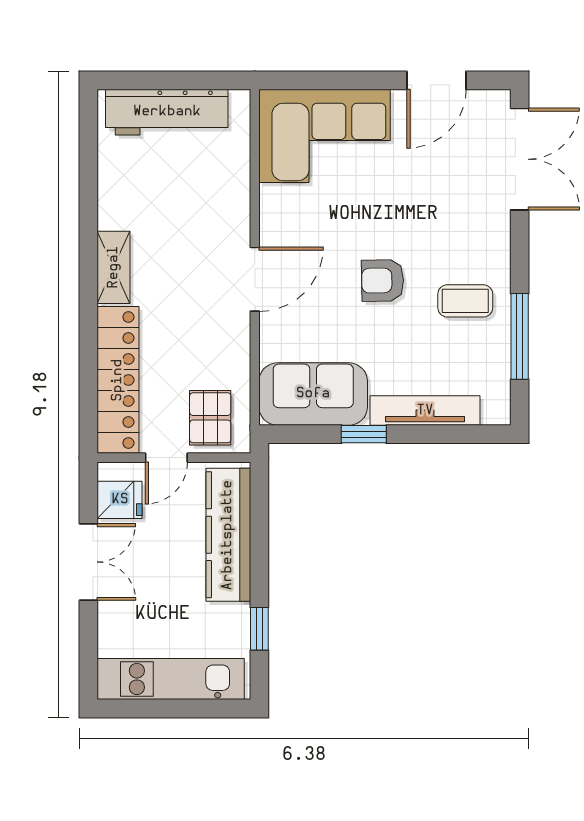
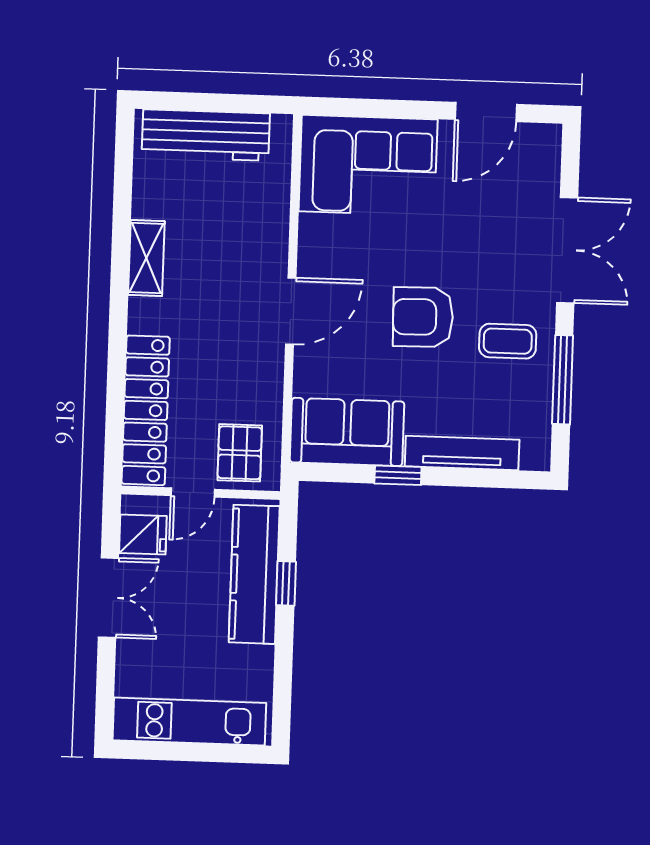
double door: (520, 159) -> (567, 250), moved
shelving: (114, 267) -> (146, 258), moved
armchair: (383, 280) -> (423, 317), width x1.38, depth x1.38
window: (259, 629) -> (286, 583), moved

